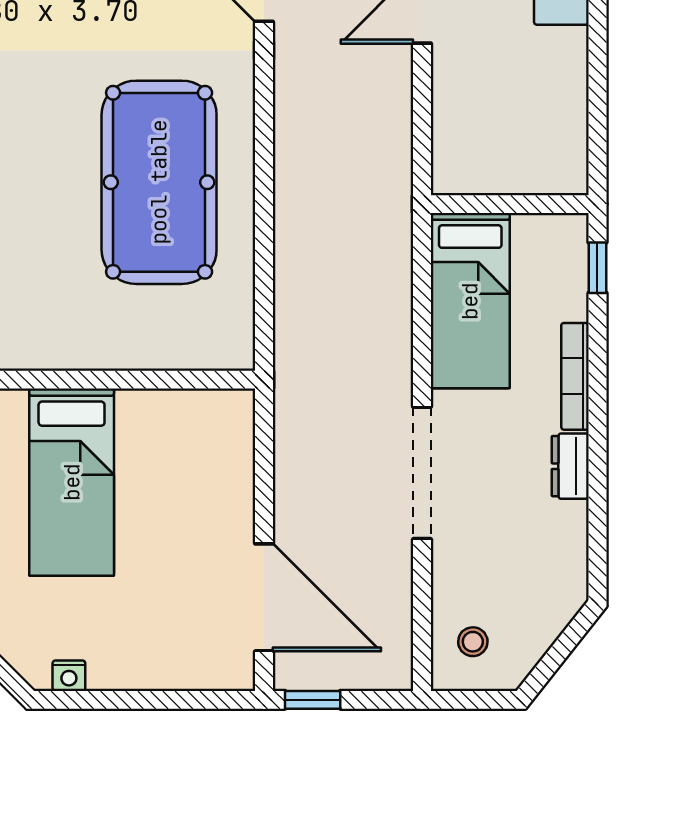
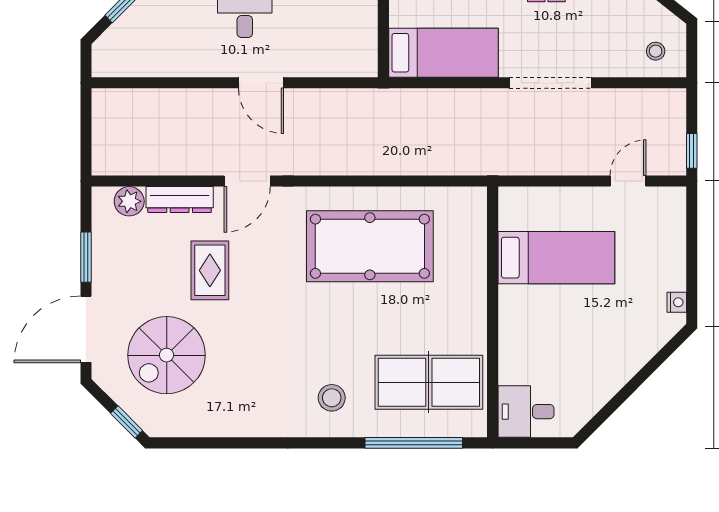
bed: (72, 482) -> (556, 258), moved
door: (264, 597) -> (628, 181), width x0.53

